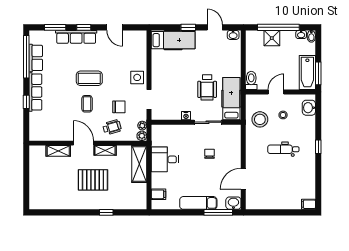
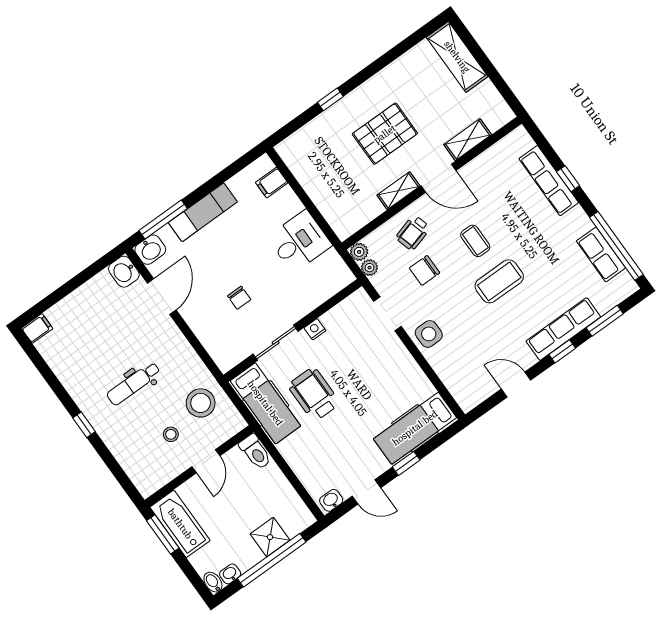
row of seats: (35, 92) -> (549, 181), moved
washbasin: (309, 108) -> (124, 272), moved, turned 180
dental chair: (283, 149) -> (134, 384), turned 180
shelving: (139, 164) -> (457, 57), moved

